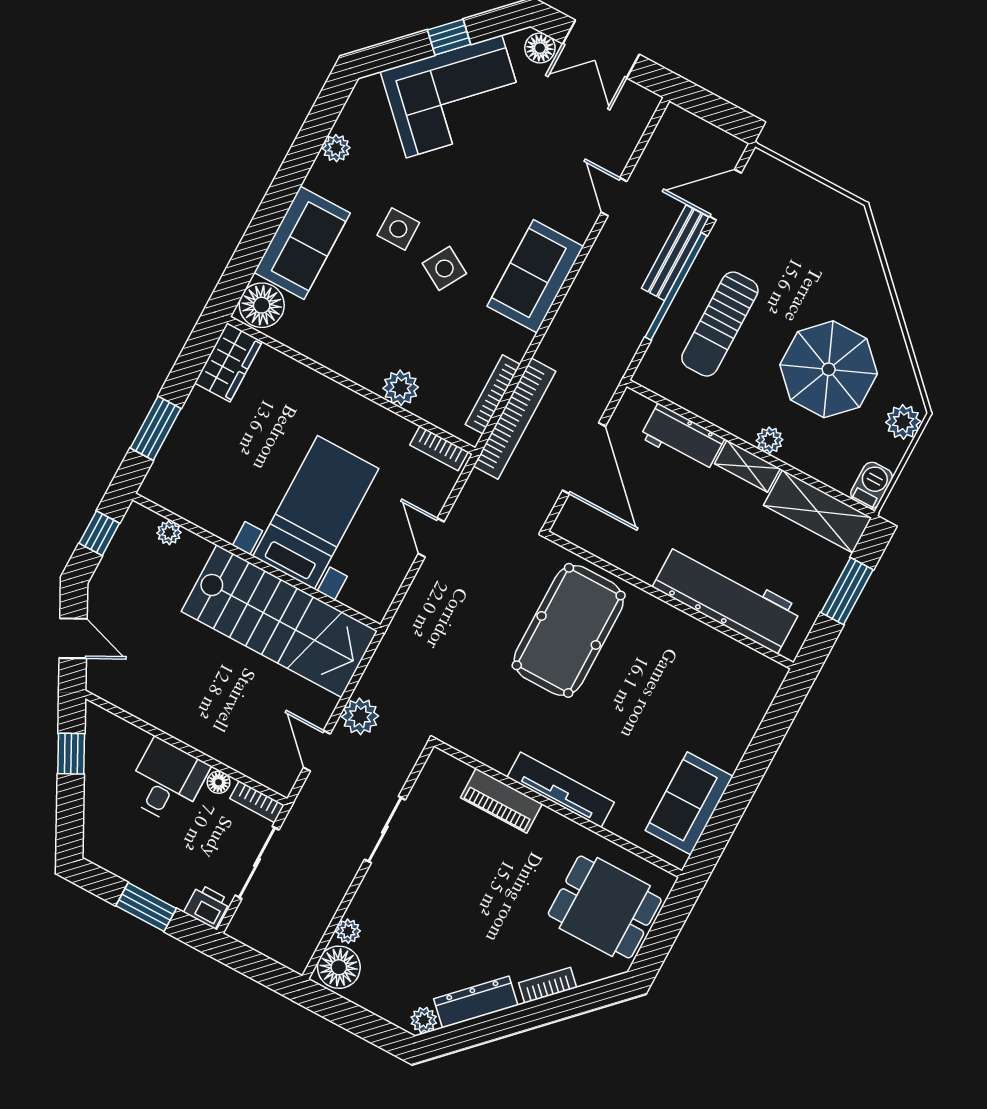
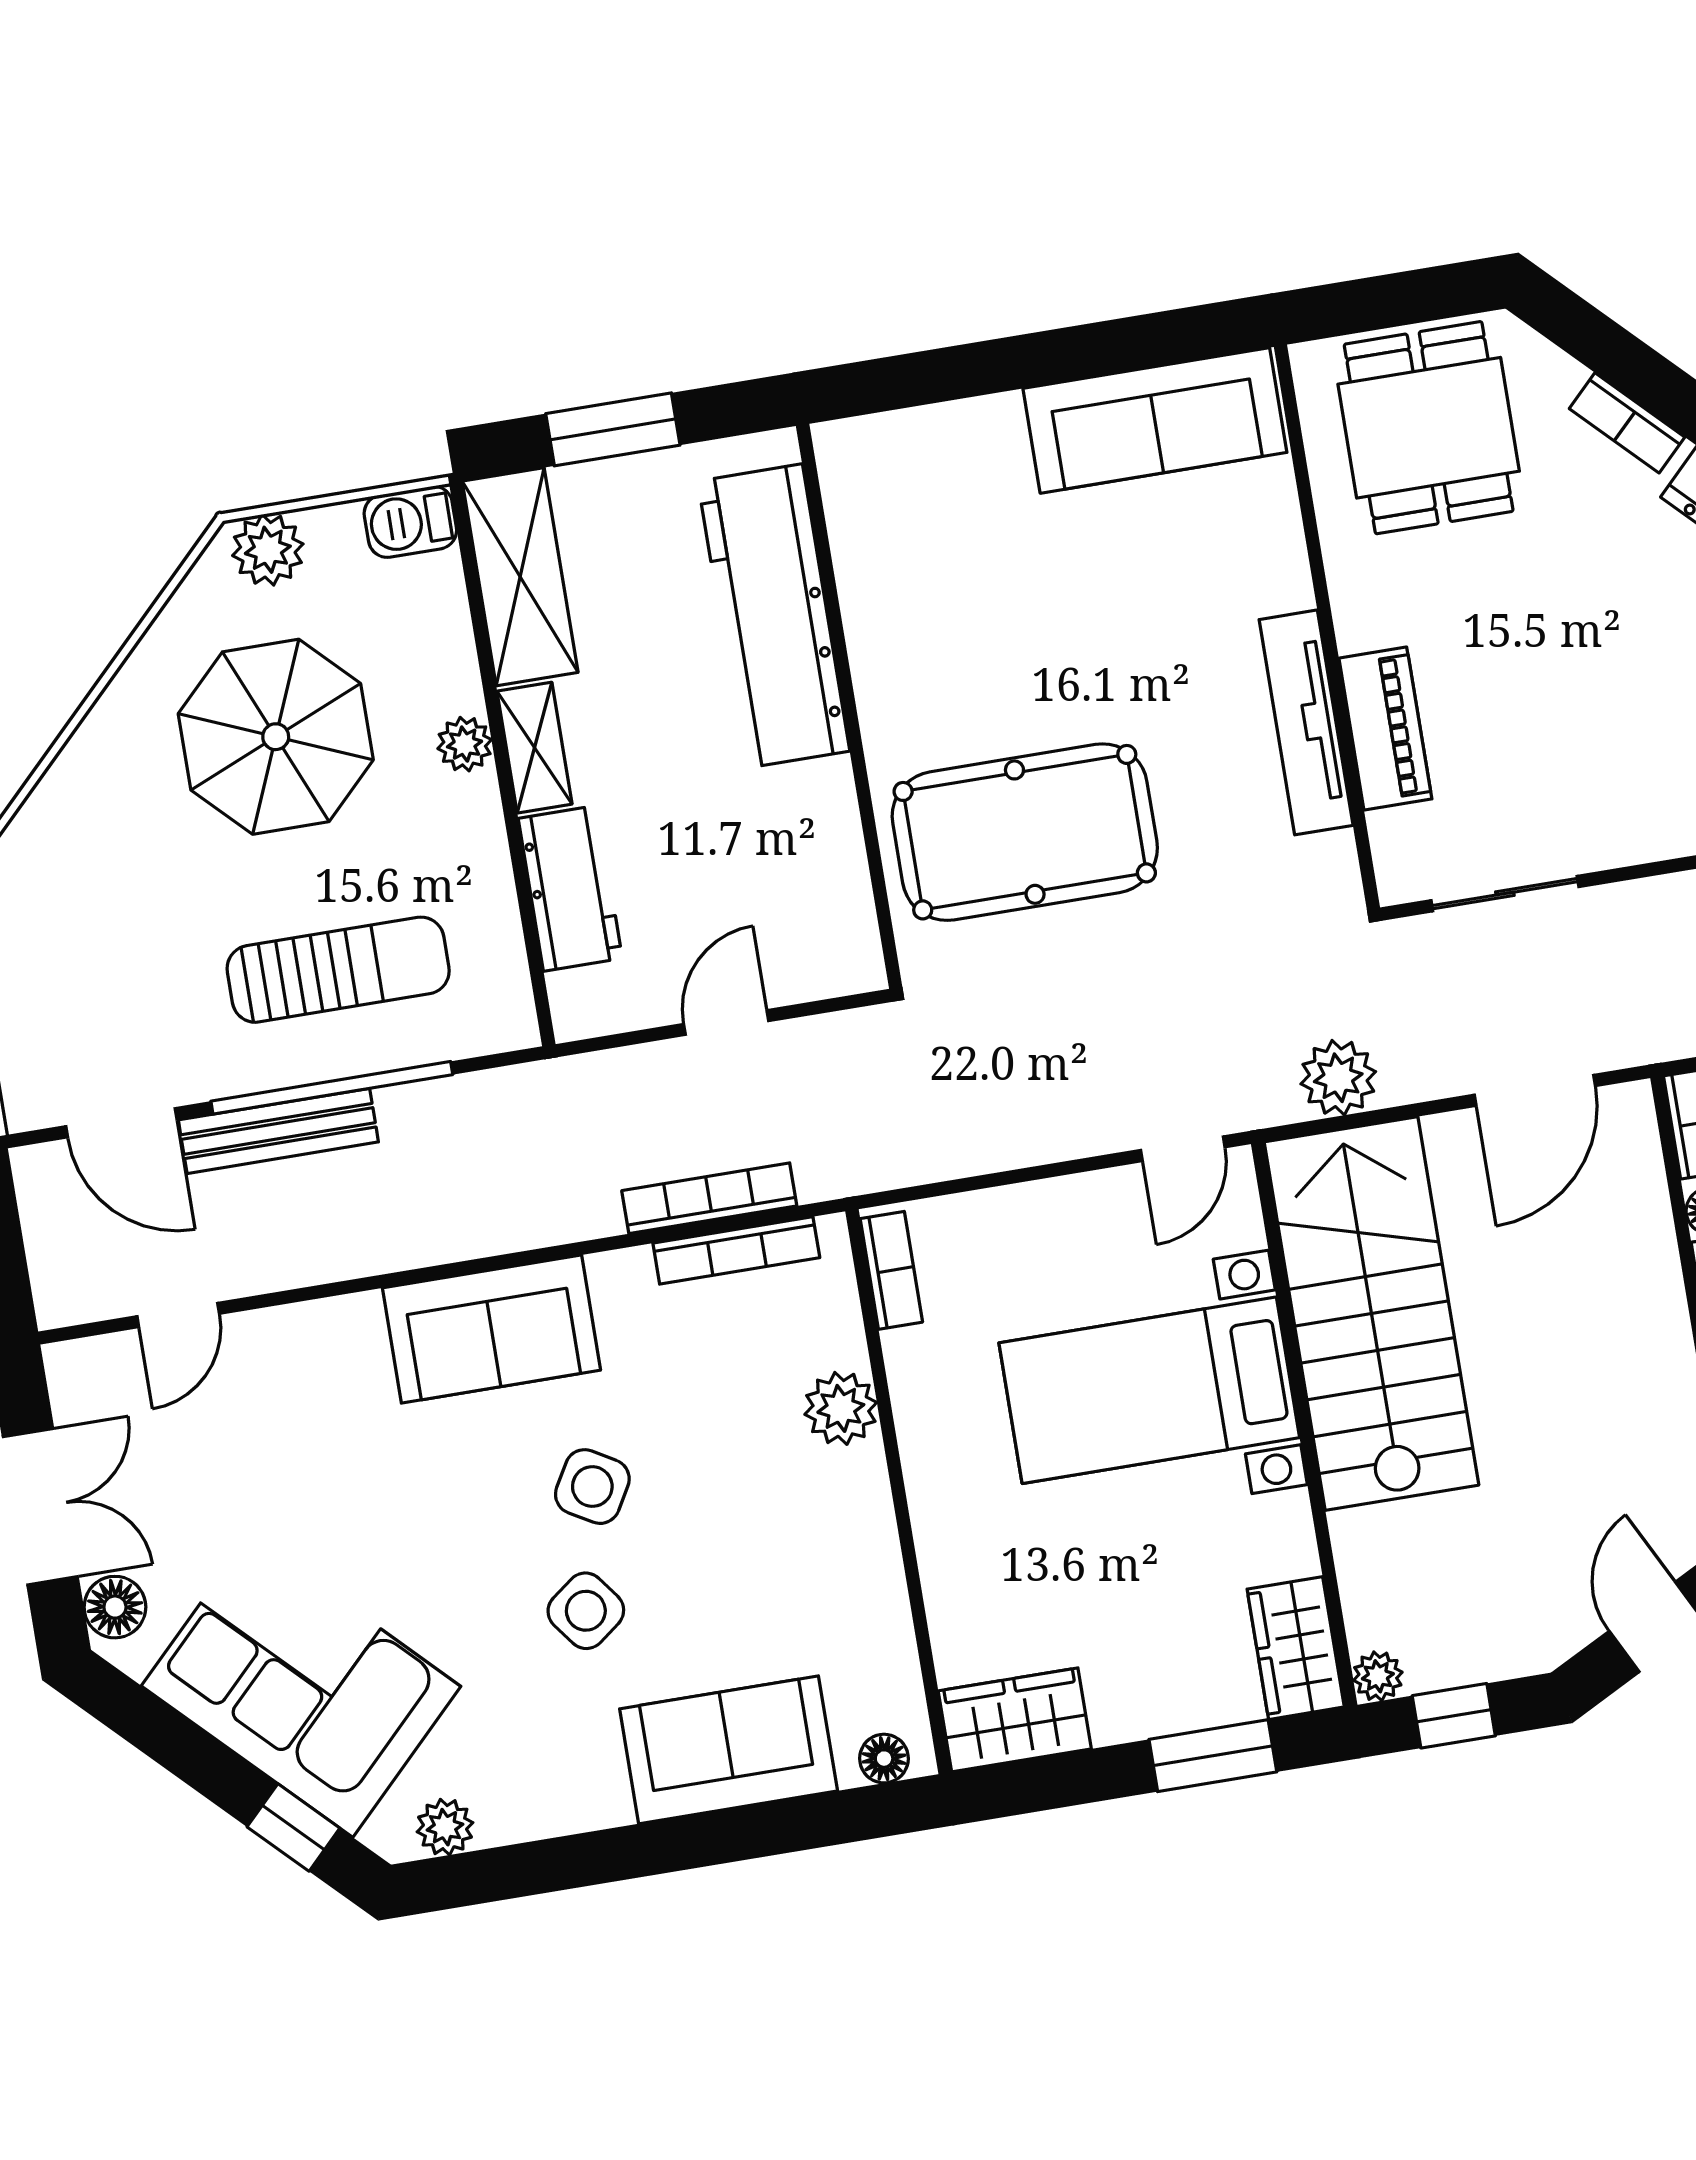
window: (449, 37) -> (293, 1828), moved
plant: (336, 148) -> (445, 1827), moved
door: (614, 197) -> (178, 1315), moved
side table: (398, 229) -> (586, 1611), turned -37
floor lamp: (262, 305) -> (884, 1759), width x0.53, depth x0.53
bookcase: (515, 419) -> (709, 1198), width x0.68, depth x0.76
door: (584, 458) -> (726, 1023), width x0.53
wardrobe: (173, 492) -> (1296, 1648), added
plant: (169, 533) -> (1378, 1676), moved
door: (431, 538) -> (1183, 1149), moved
plant: (360, 716) -> (1338, 1078), moved
door: (317, 751) -> (1535, 1090), width x1.38
tv unit: (561, 790) -> (1306, 722), moved
sofa: (689, 803) -> (1155, 420), width x1.36
sliding door: (385, 830) -> (1505, 894), moved

